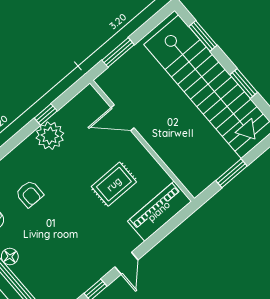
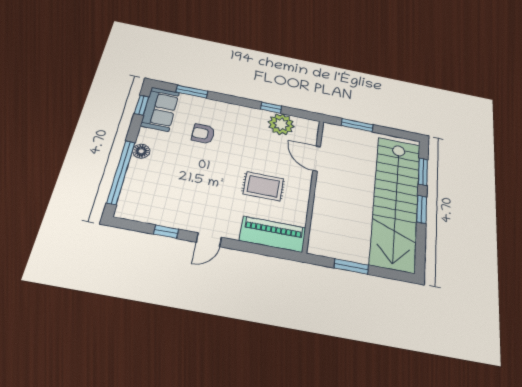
window: (244, 83) -> (422, 209), moved
plant: (50, 136) -> (281, 124), moved
armchair: (30, 194) -> (203, 134), turned 90

